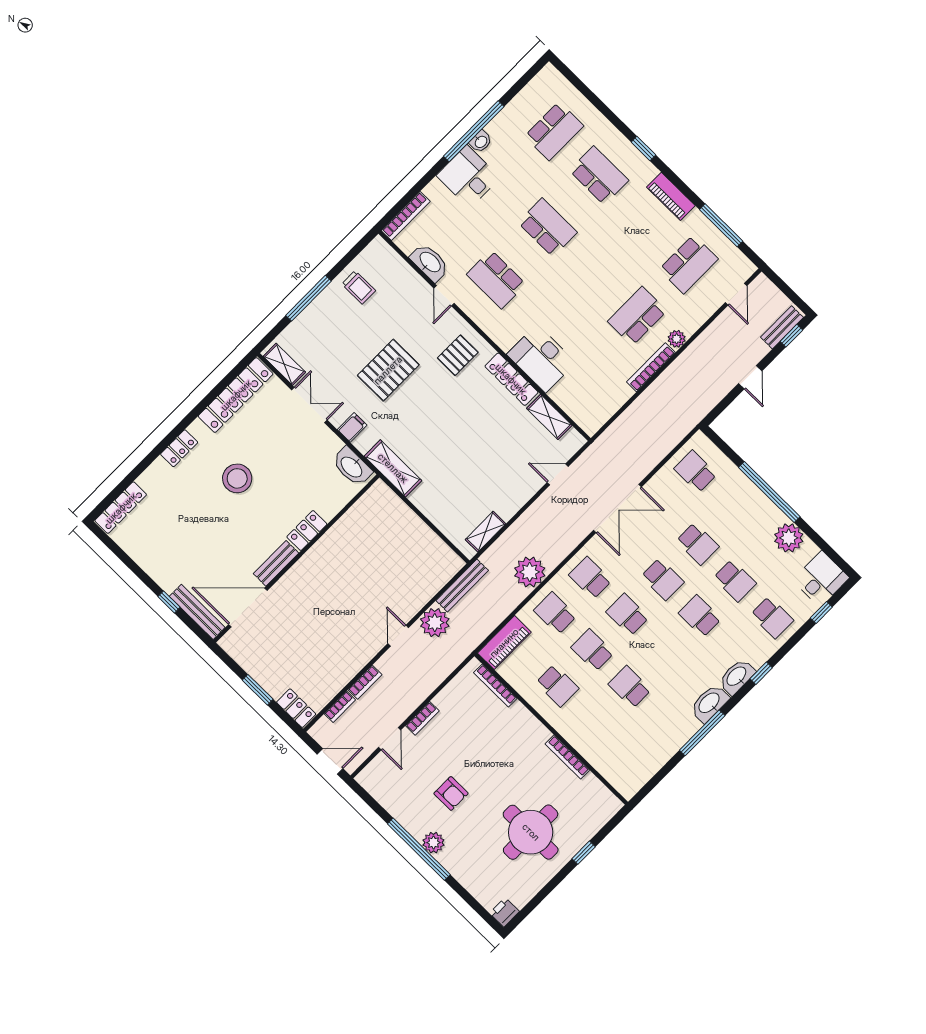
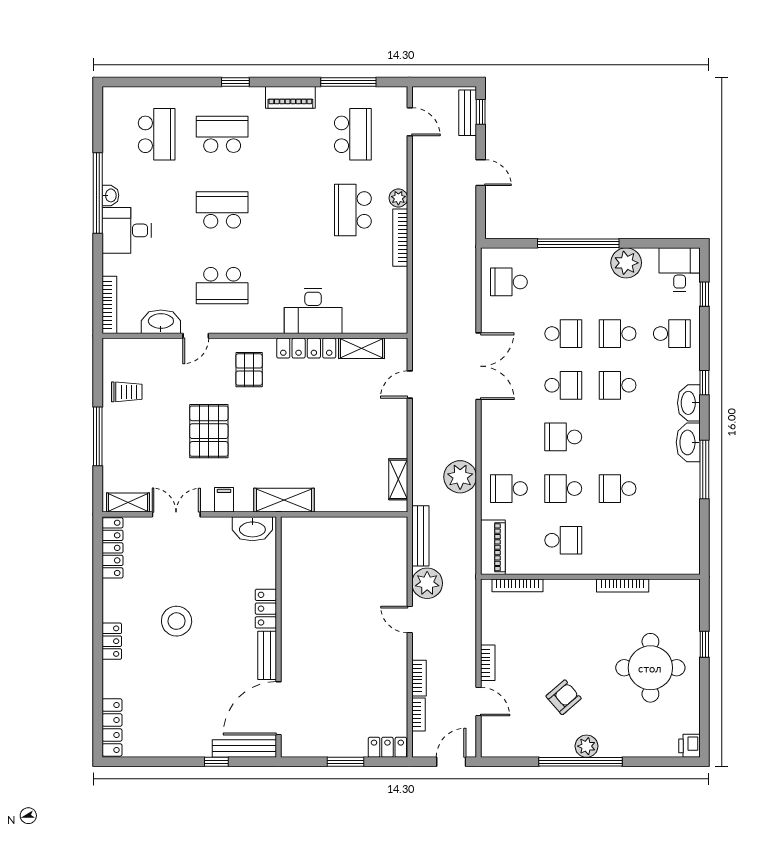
door: (444, 296) -> (196, 336), hinge flipped
locker: (236, 395) -> (112, 548), width x0.71, depth x0.83
school desk: (590, 578) -> (509, 437), removed
school desk: (735, 581) -> (618, 334), turned 180
armchair: (451, 793) -> (564, 697), turned -41

